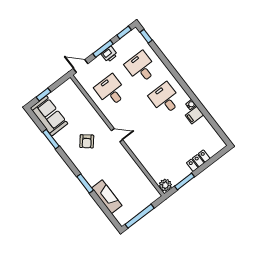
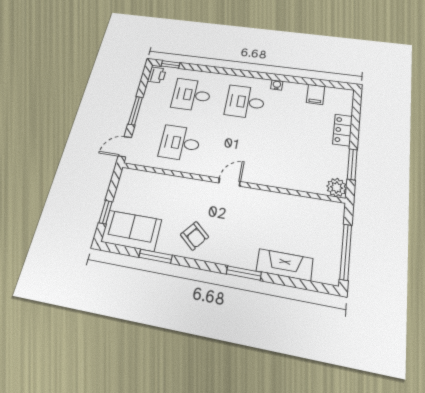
window: (124, 32) -> (145, 79), removed
printer: (109, 54) -> (157, 75), moved
filing cabinet: (194, 115) -> (316, 94), moved
armchair: (87, 141) -> (194, 236), moved

